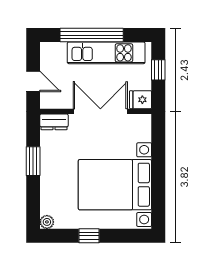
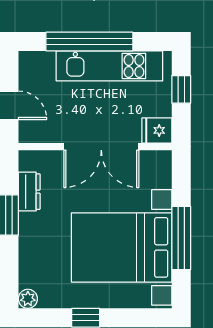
double door: (100, 111) -> (101, 147), swing flipped
dresser: (54, 122) -> (29, 192), moved, turned -90
window: (158, 178) -> (181, 238), added

